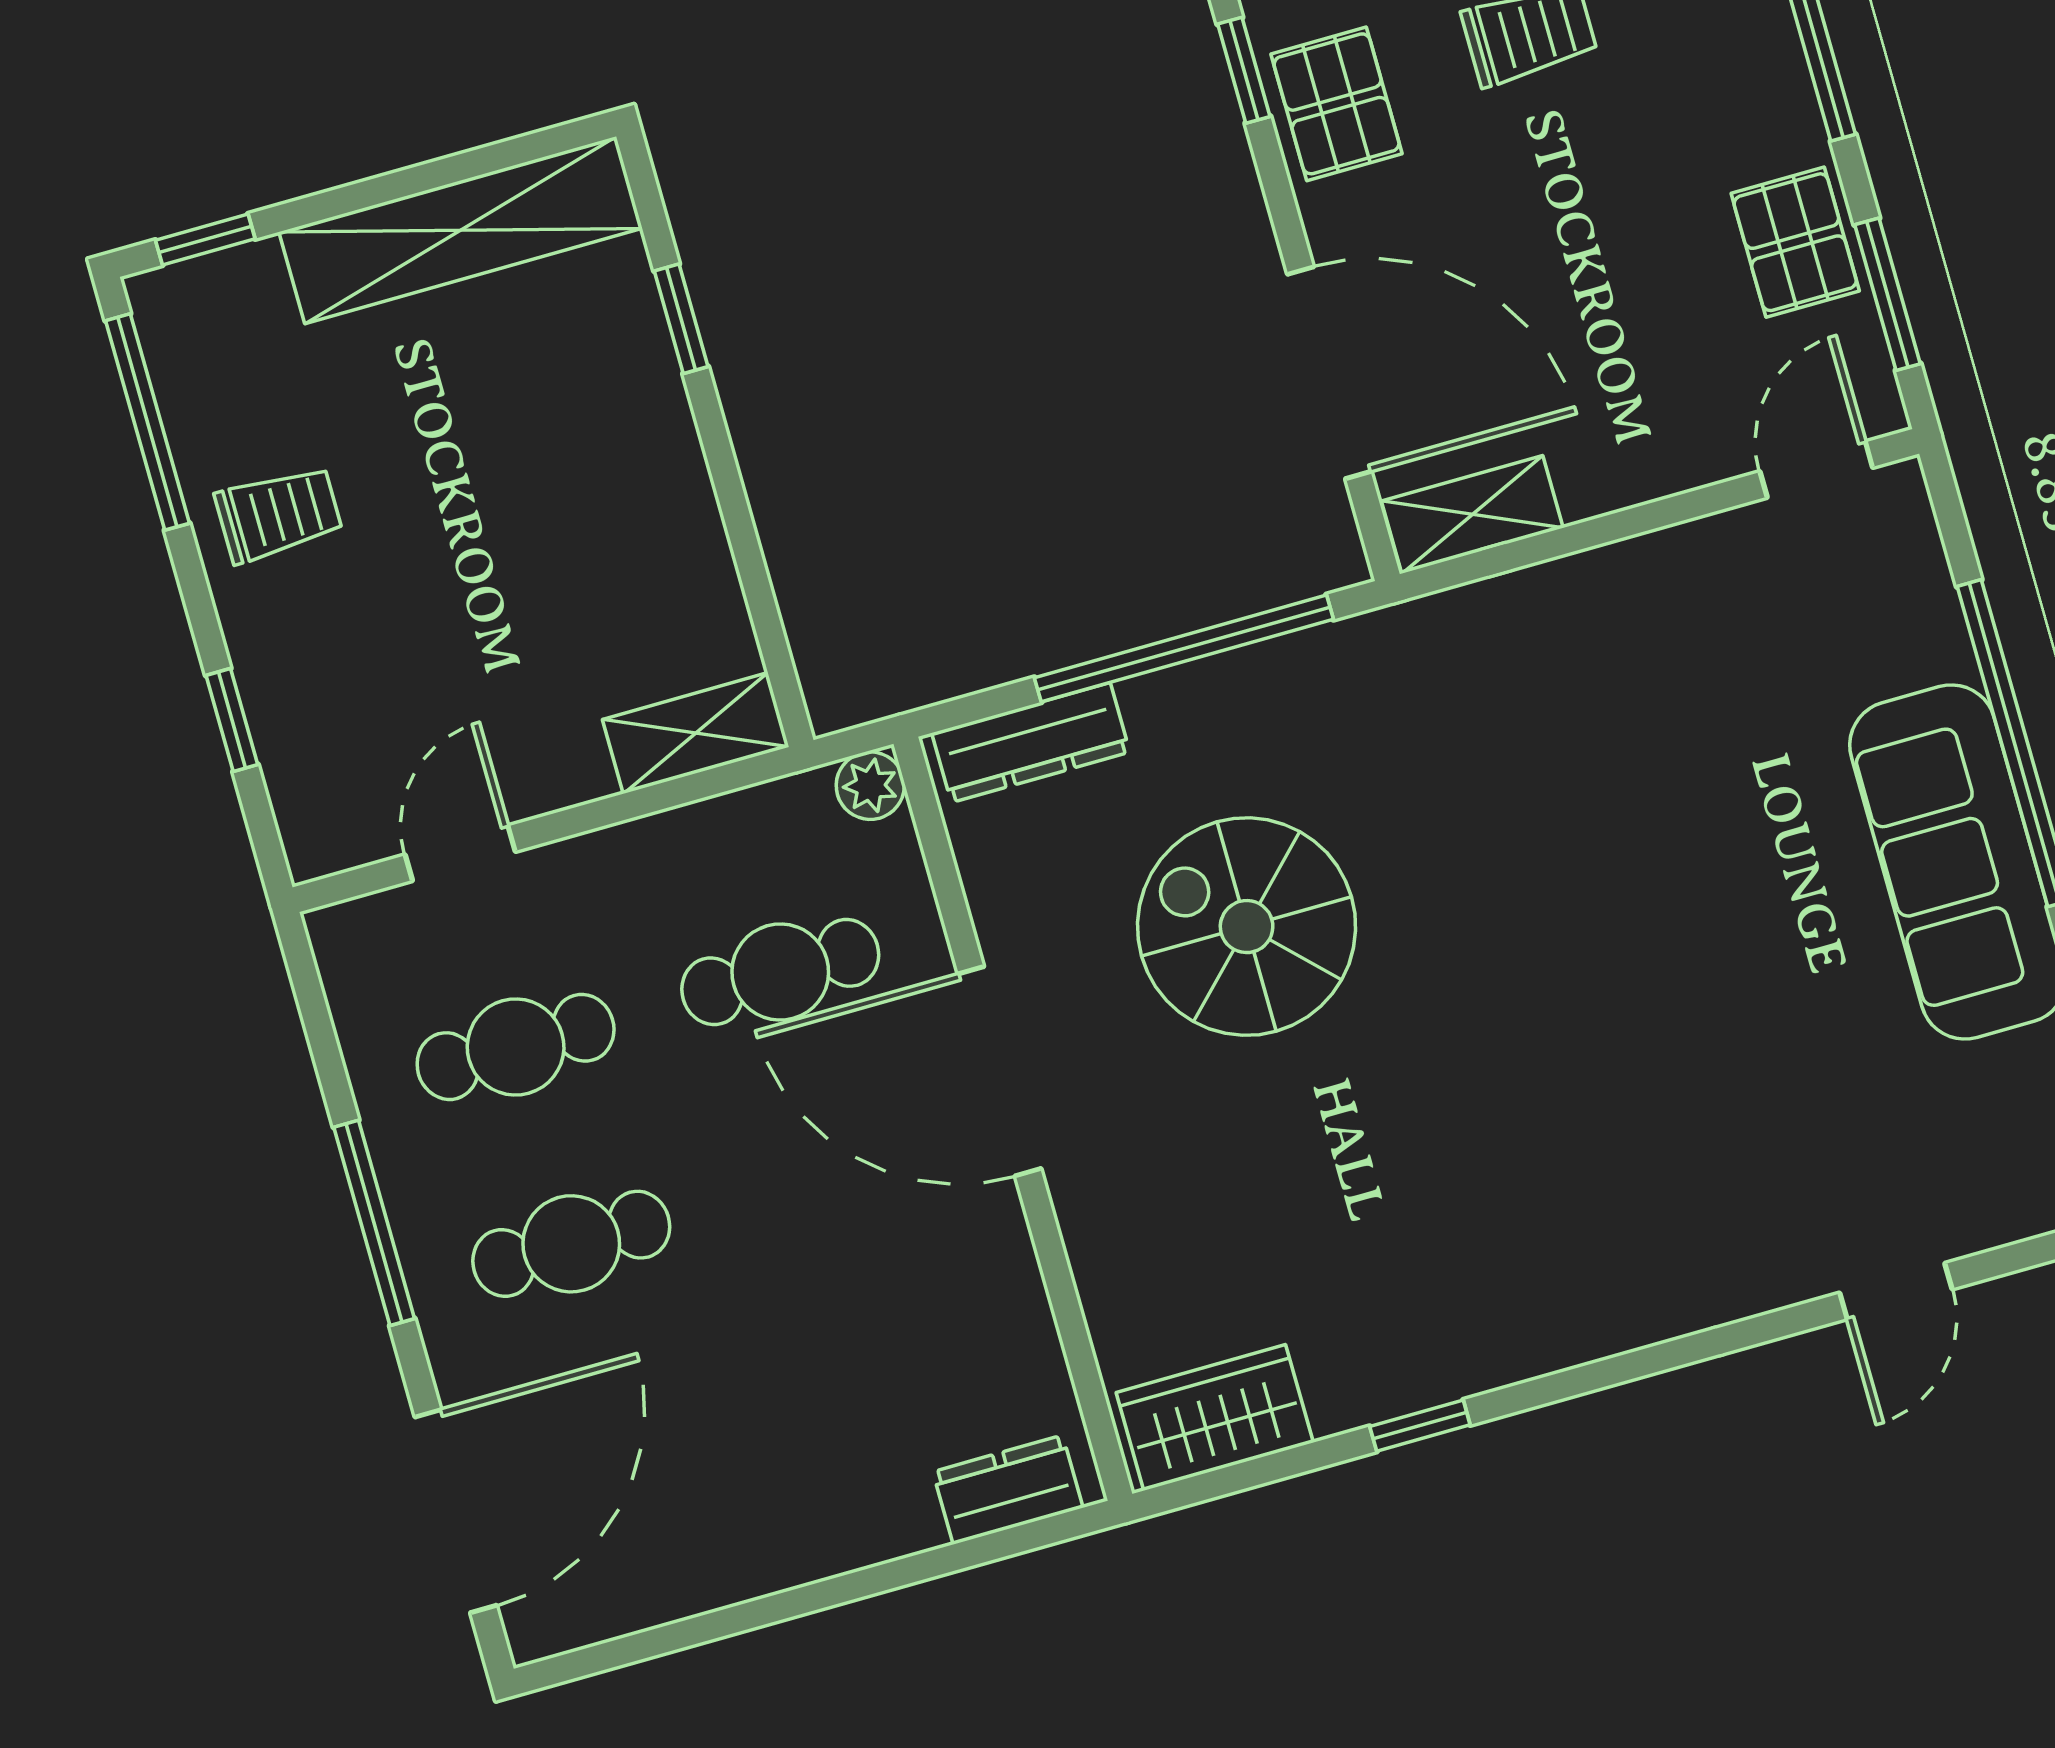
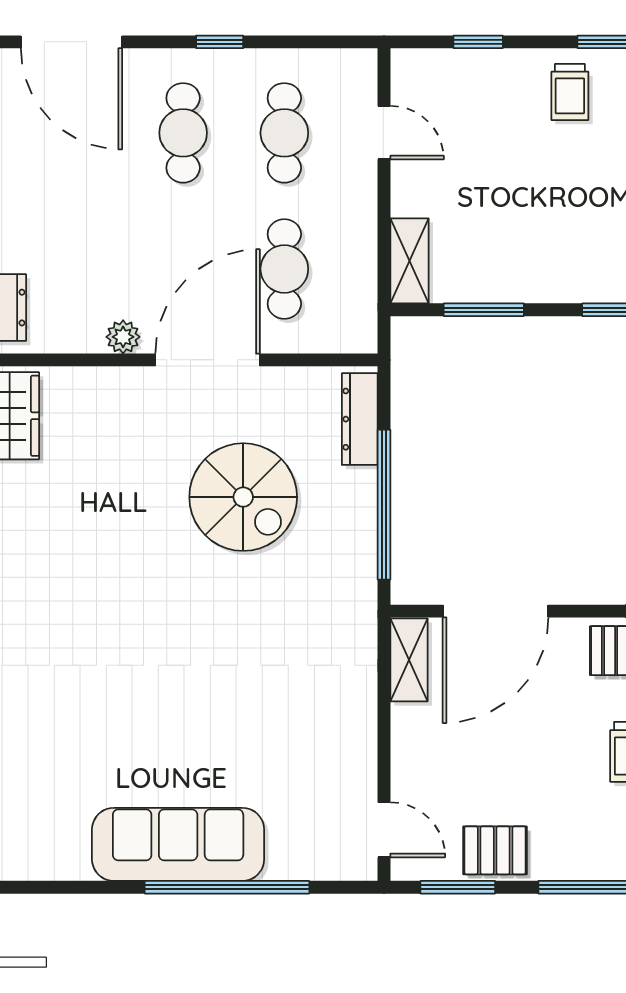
window: (750, 562) -> (484, 310), added
plant: (870, 786) -> (123, 337), moved
spiral stairs: (1247, 927) -> (243, 497), turned 90
window: (374, 1223) -> (220, 42), width x0.46

